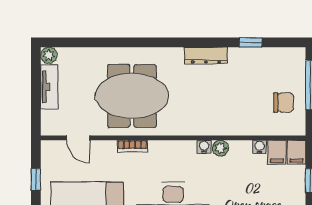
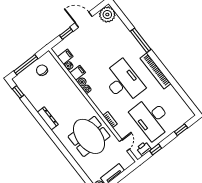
window: (251, 42) -> (18, 92), moved
filing cabinet: (297, 152) -> (78, 73), moved
printer: (51, 163) -> (144, 149), added

